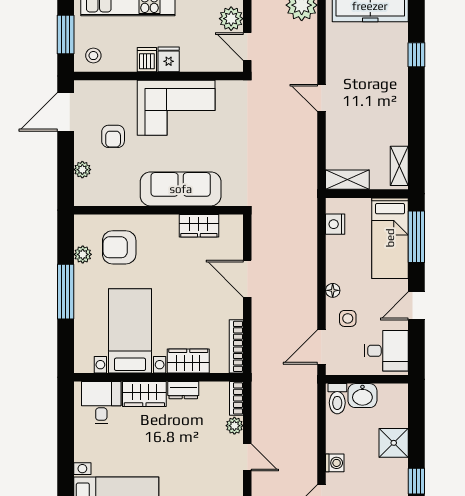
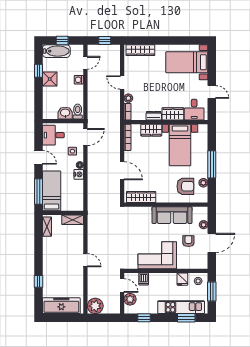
fridge: (169, 59) -> (182, 279), moved
dishwasher: (147, 60) -> (144, 279), moved
door: (66, 112) -> (212, 243), moved
sofa: (181, 189) -> (172, 215), moved
nightstand: (335, 224) -> (79, 174), moved
wardrobe: (199, 226) -> (141, 197), width x1.50
door: (416, 306) -> (38, 157), hinge flipped
door: (66, 438) -> (212, 92), added
shower: (394, 443) -> (50, 79), moved

